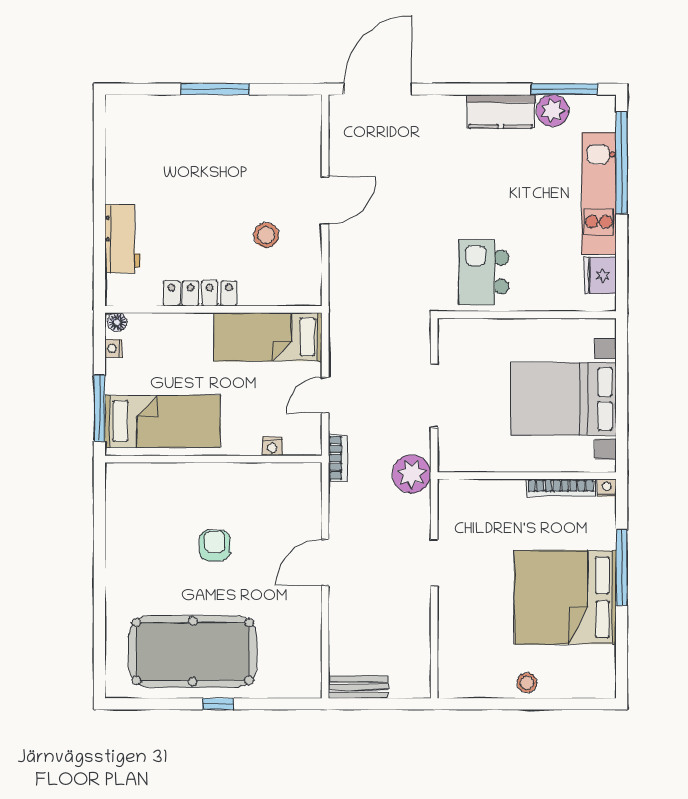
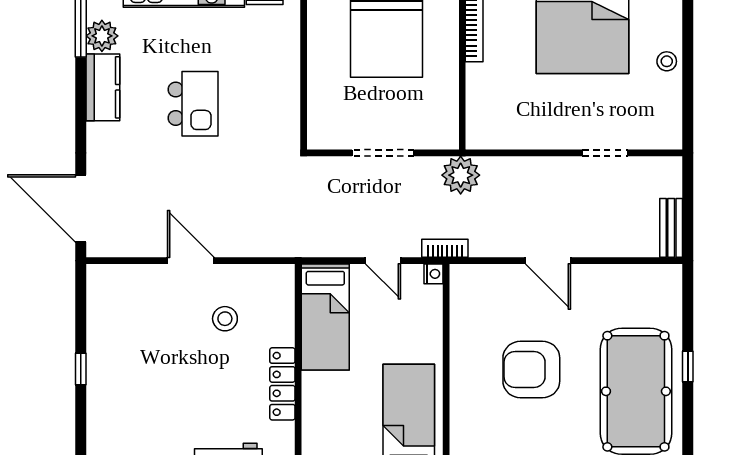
window: (215, 89) -> (81, 369), width x0.46
kitchen island: (484, 272) -> (193, 104), moved, turned -90
nightstand: (272, 446) -> (433, 274), moved
armchair: (215, 546) -> (531, 369), width x1.88, depth x1.88
doorway: (434, 563) -> (605, 153), moved

